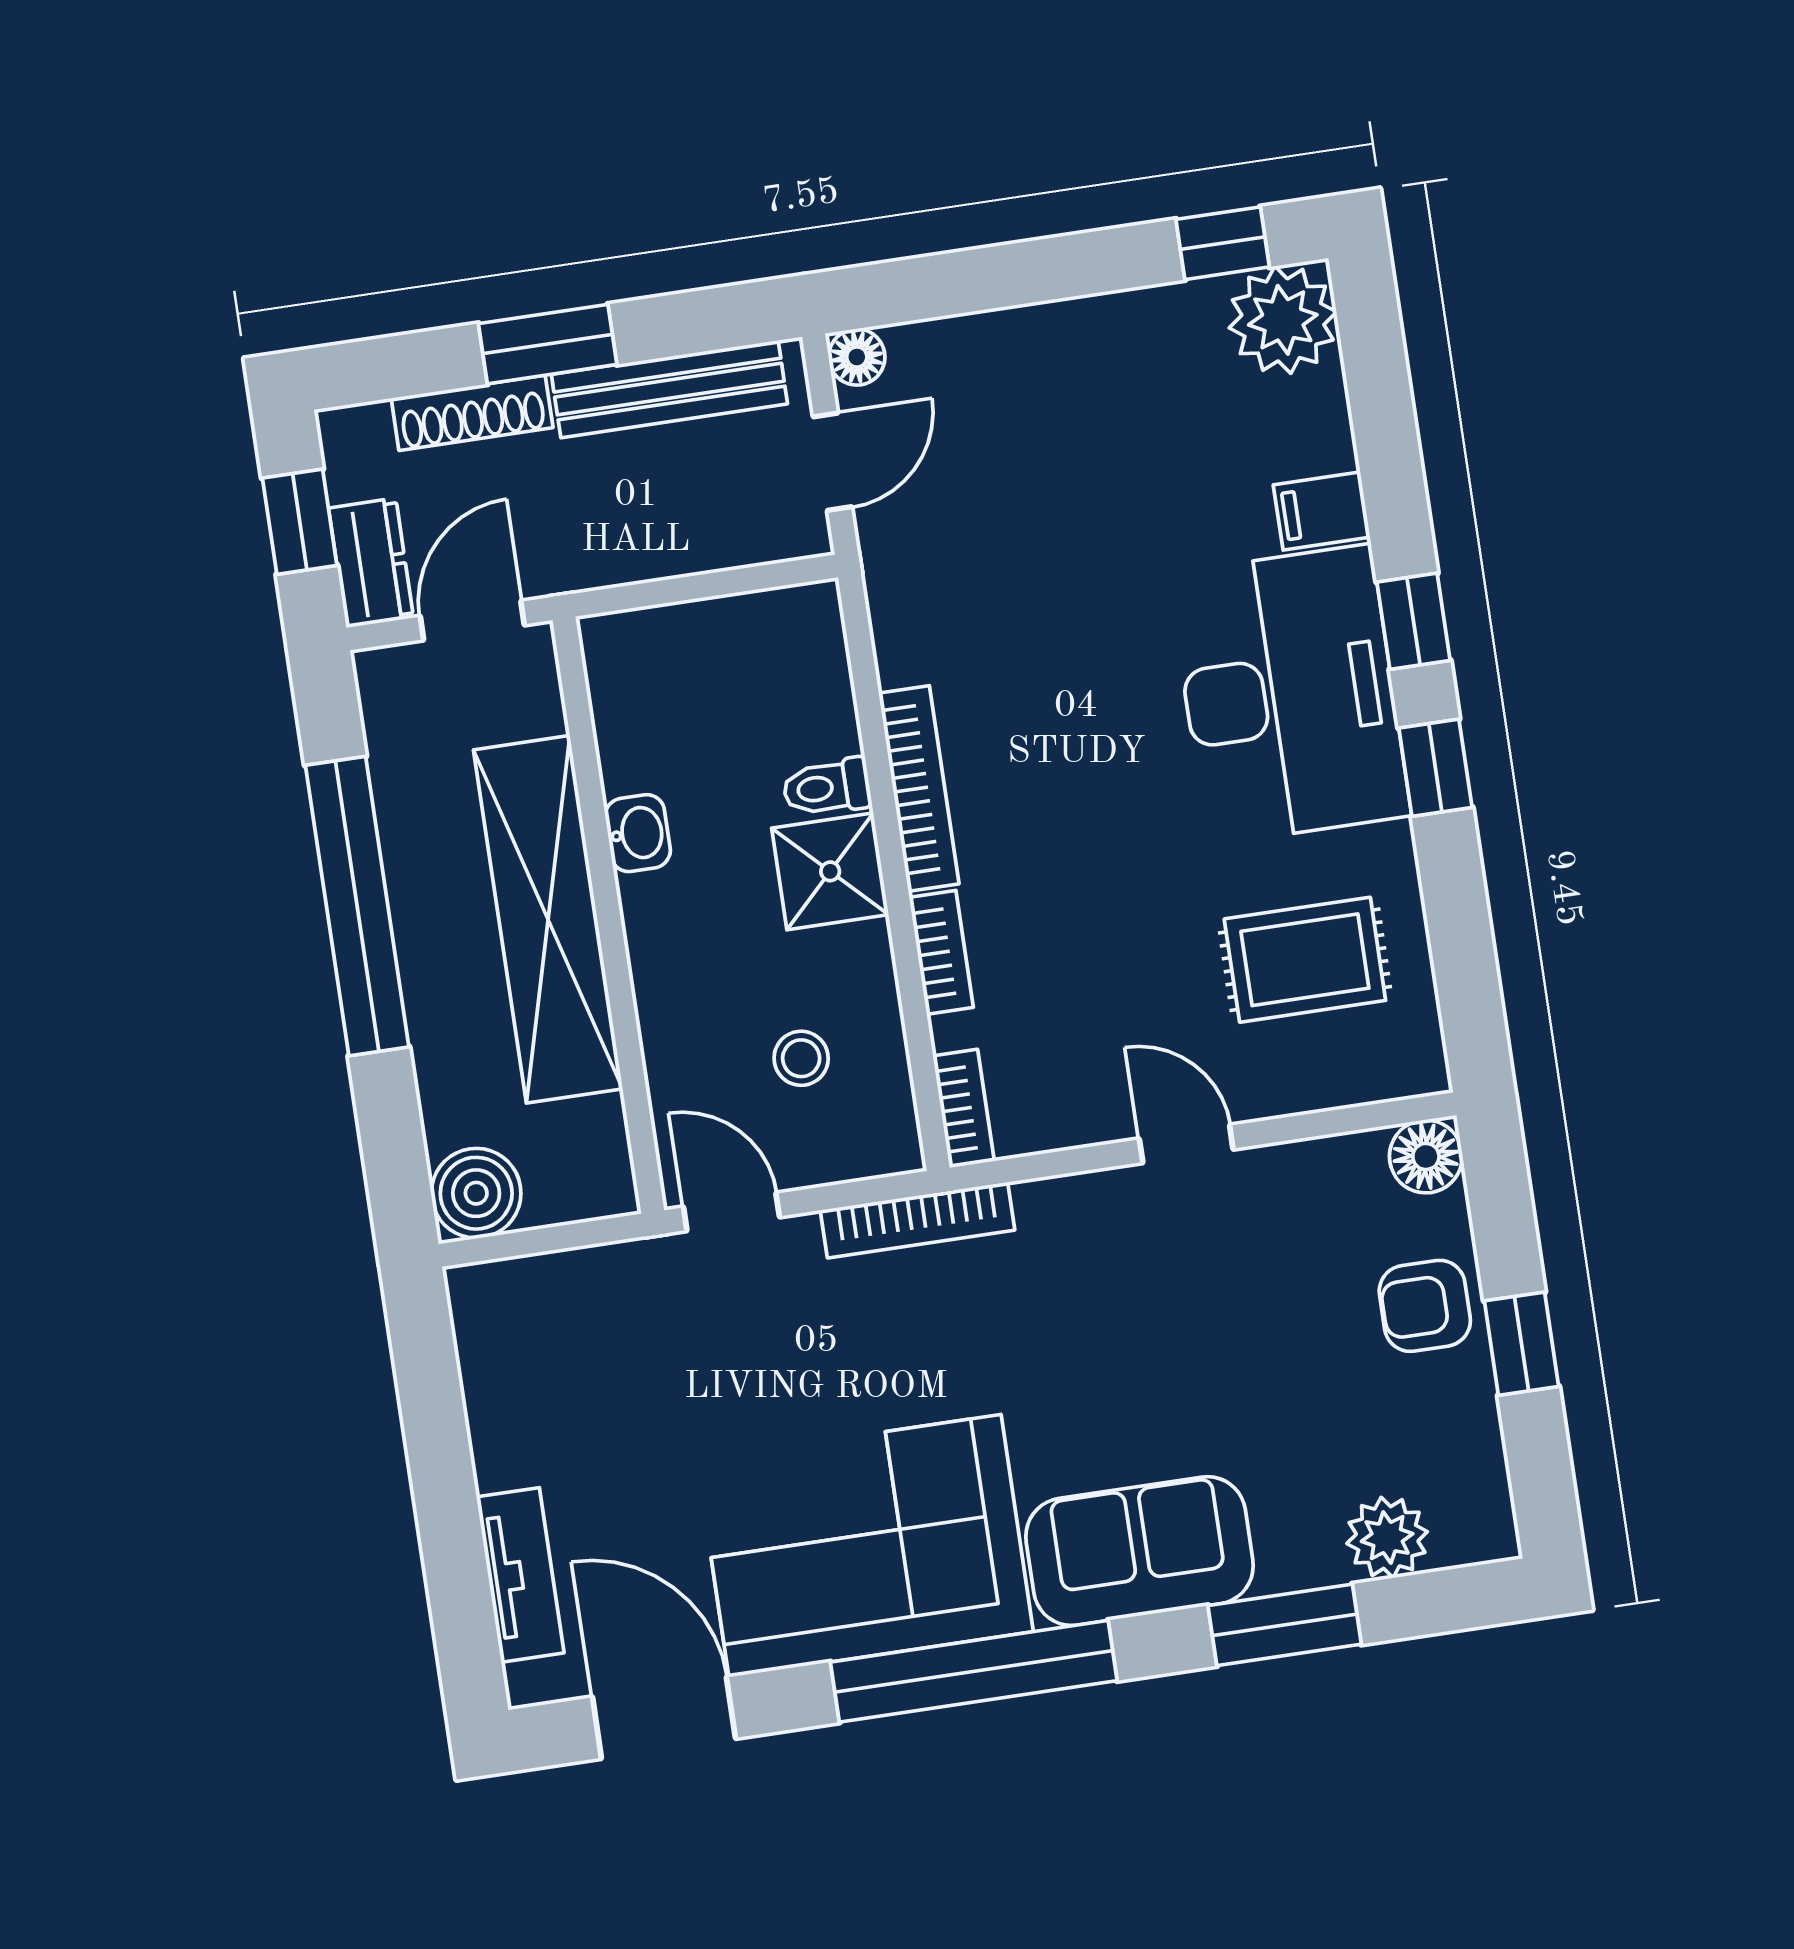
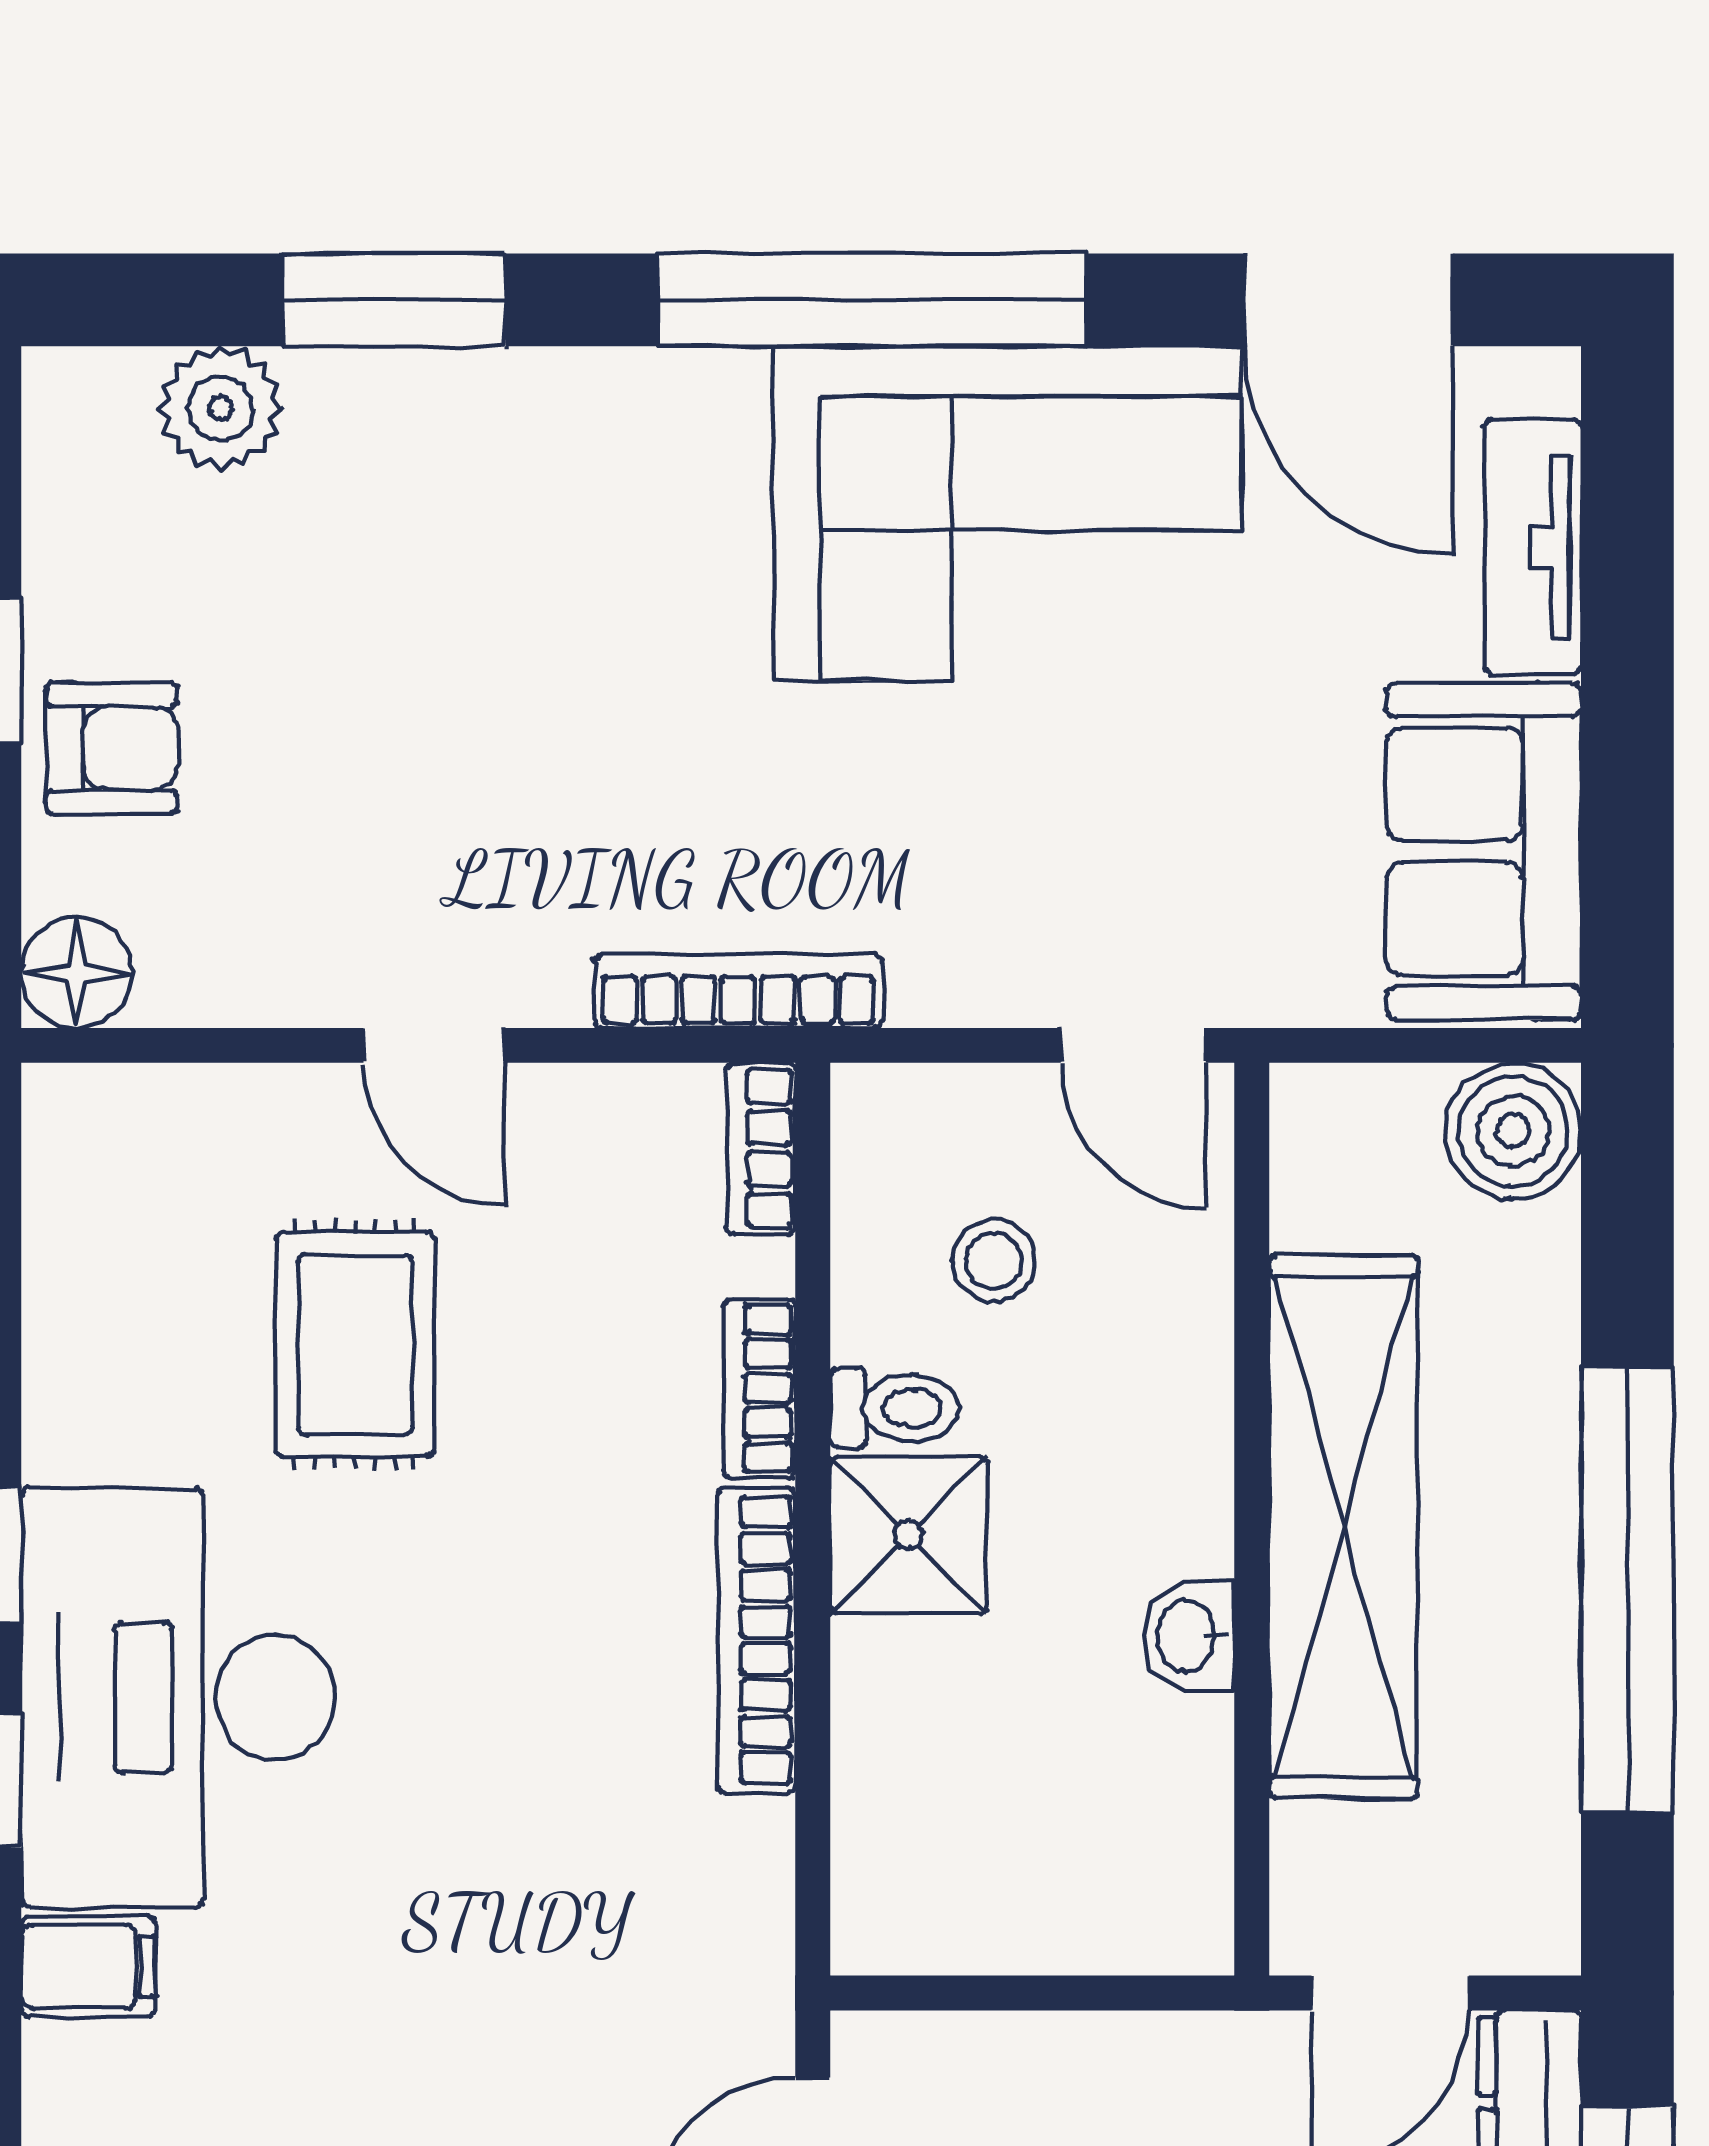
toilet: (827, 787) -> (894, 1408), moved
rug: (1305, 960) -> (355, 1344), moved, turned 90
bookcase: (918, 1220) -> (738, 991), moved
sofa: (1140, 1551) -> (1484, 852), moved, turned 90

